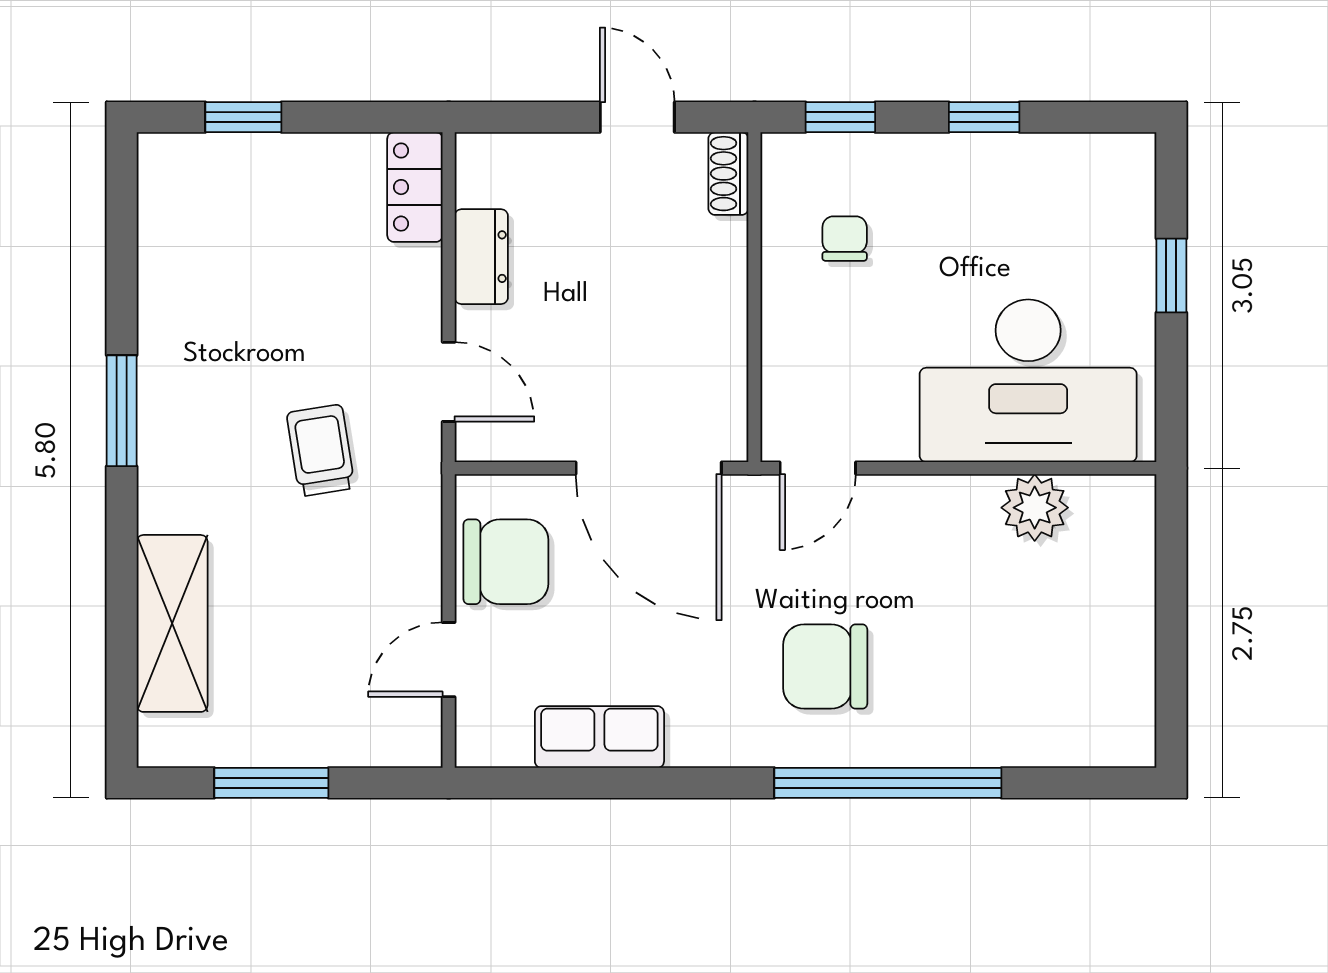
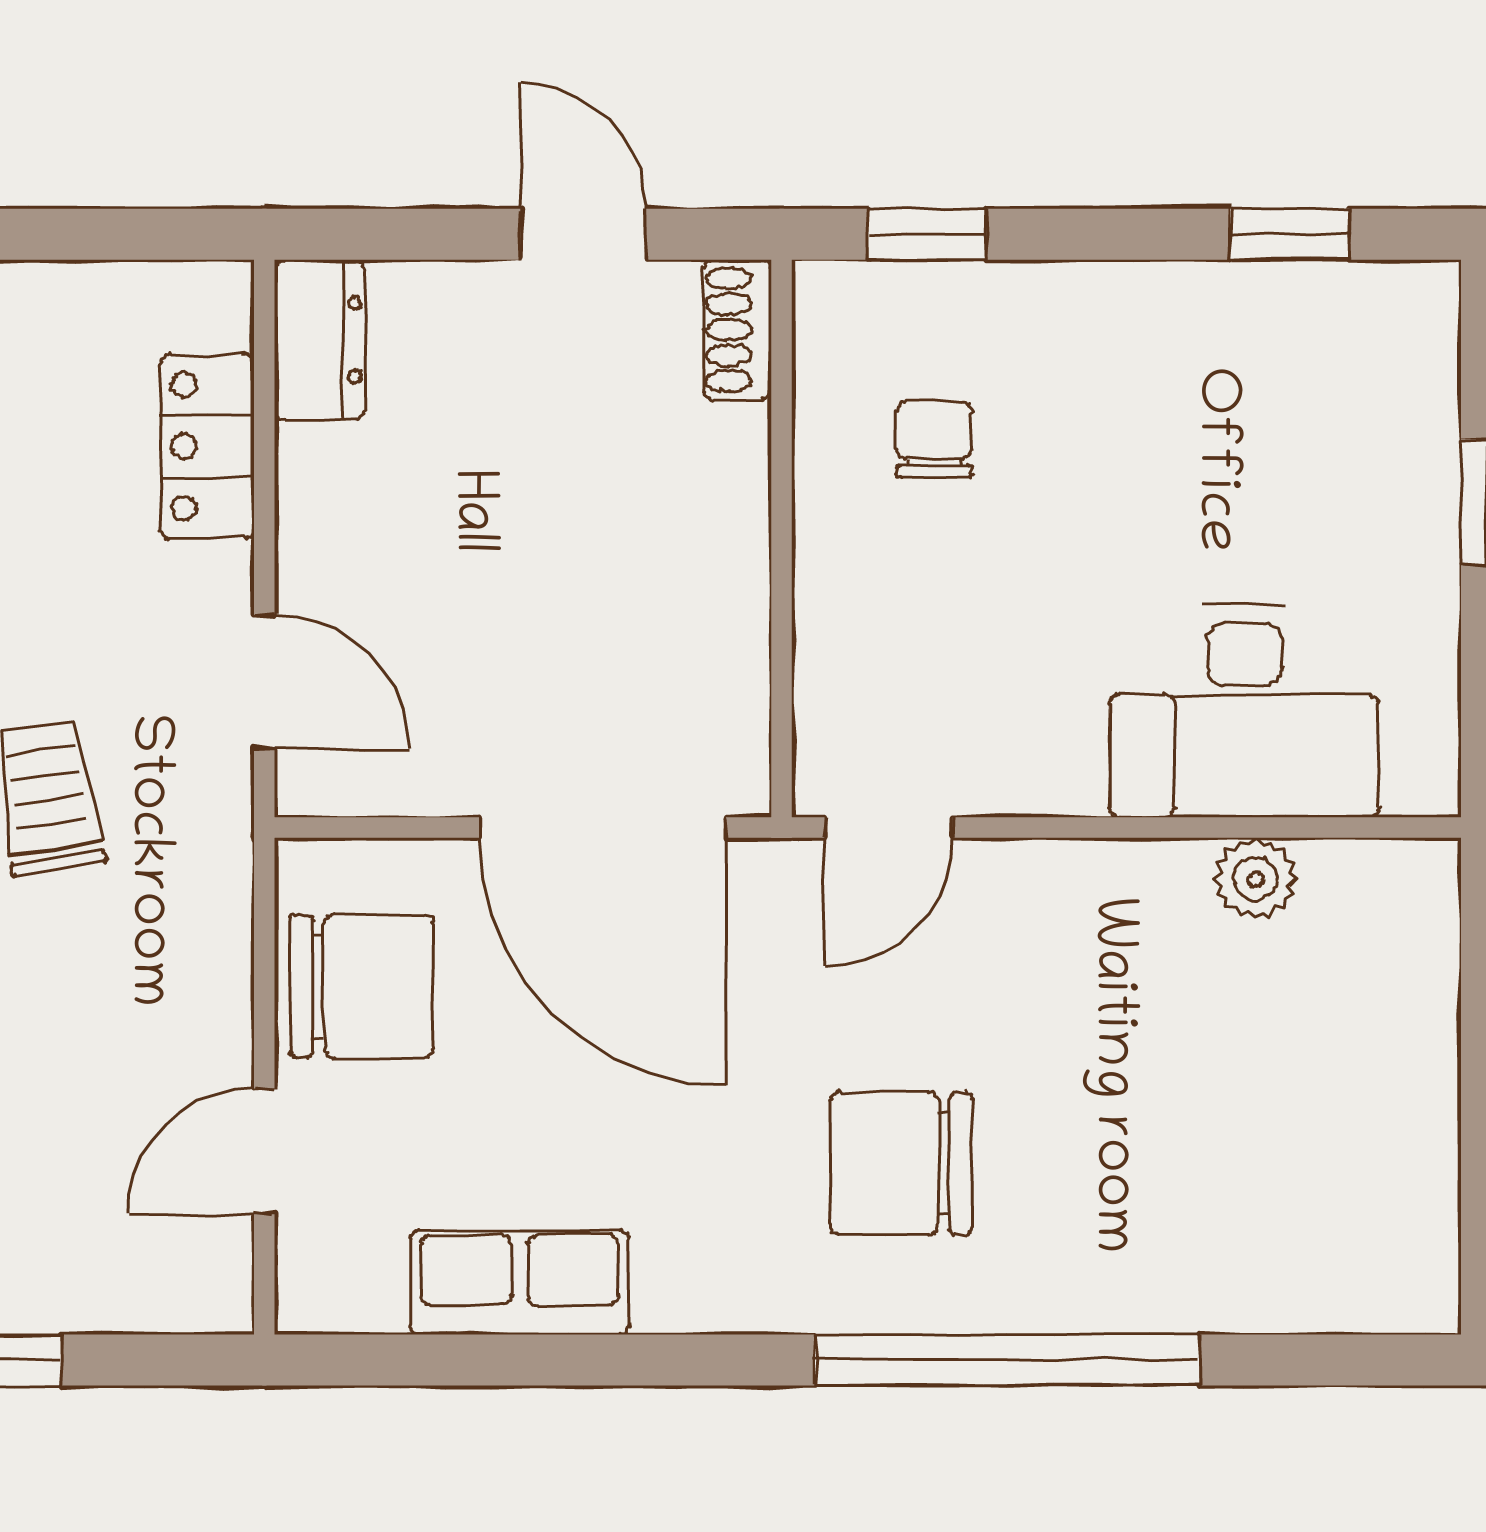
window: (984, 117) -> (1290, 234), moved
locker: (415, 187) -> (207, 446), moved
dresser: (481, 257) -> (320, 340), moved
desk: (1028, 381) -> (1244, 712), width x0.73, depth x0.77
plant: (1035, 508) -> (1255, 879), width x0.73, depth x0.73

